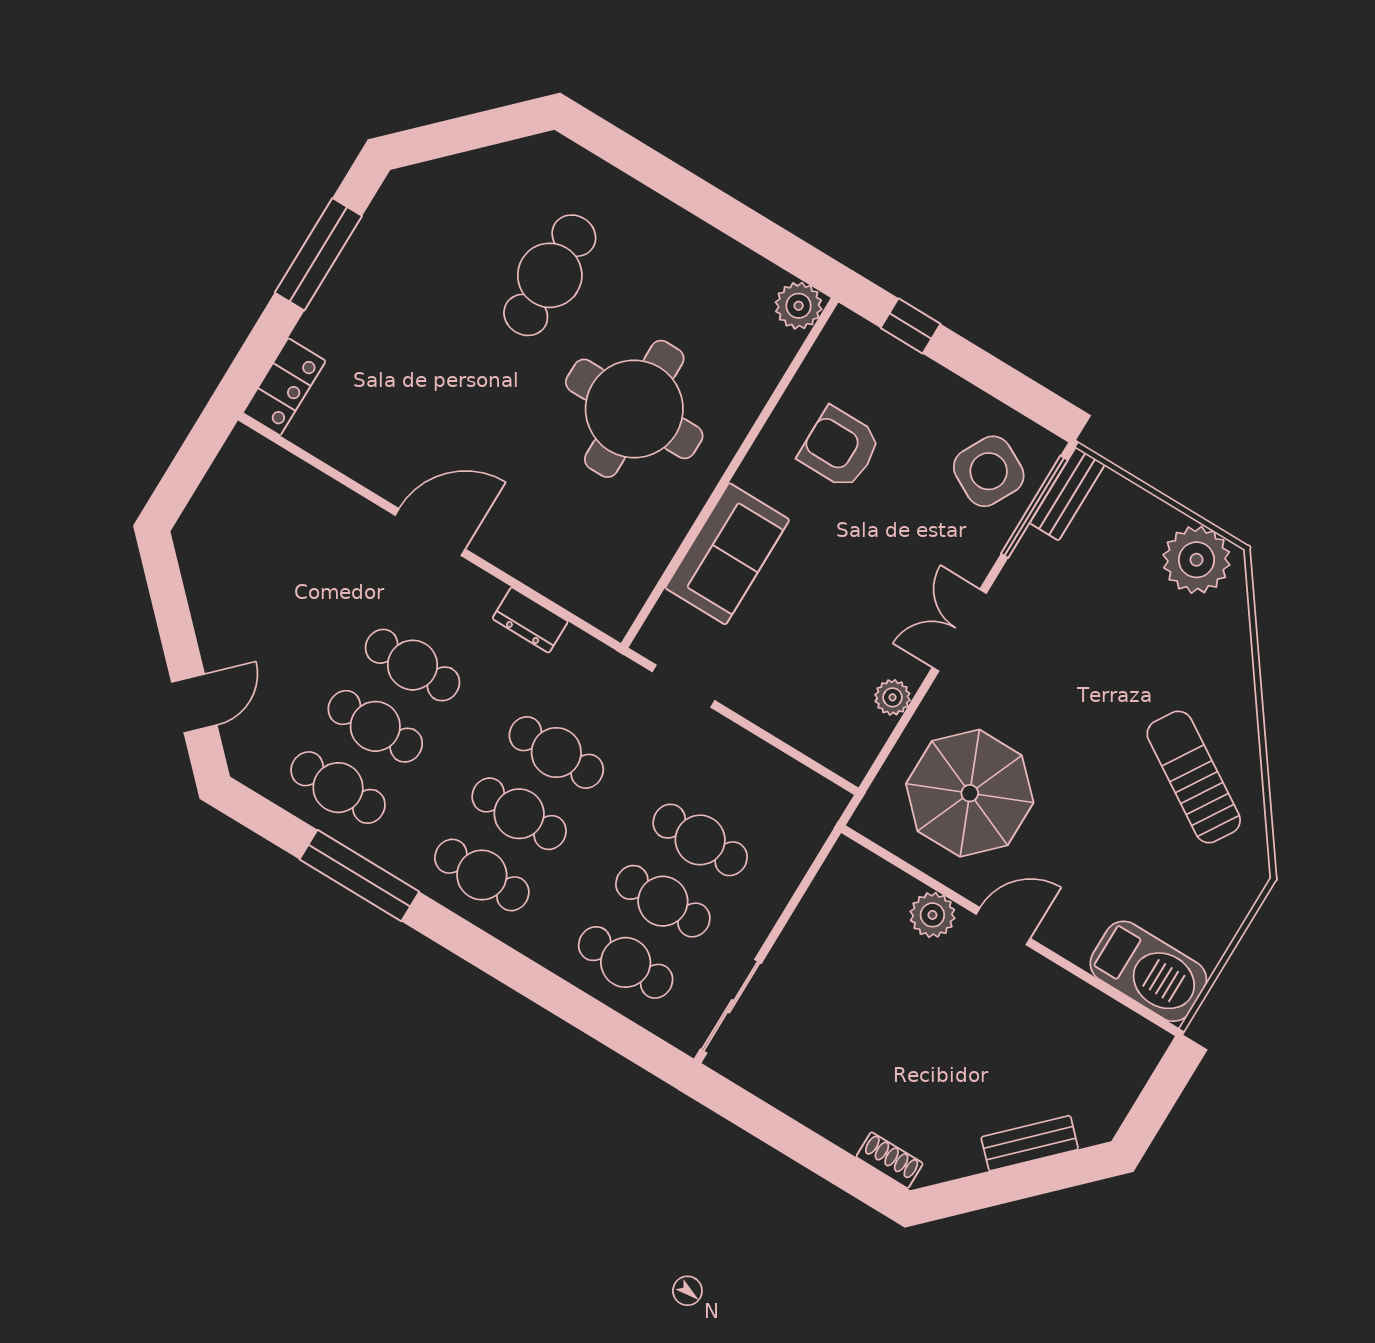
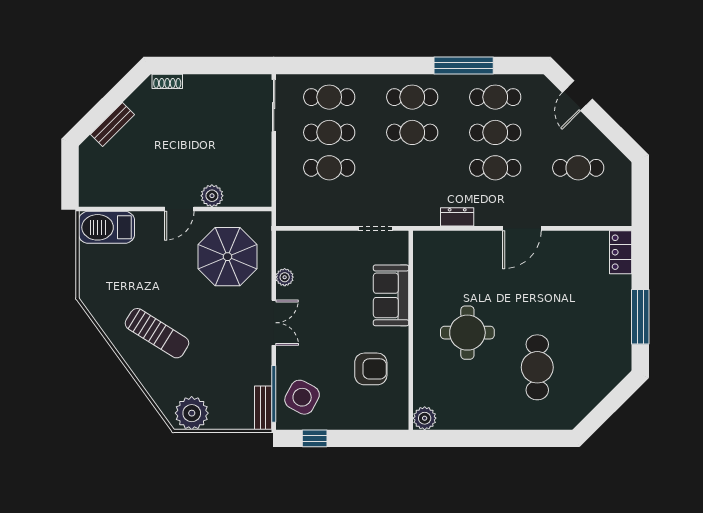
window: (911, 326) -> (315, 438), moved
round table: (634, 409) -> (467, 333), width x0.73, depth x0.73
cafe table: (556, 753) -> (578, 168), moved
sun lounger: (1194, 777) -> (157, 333), moved

